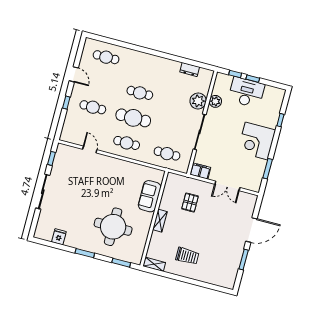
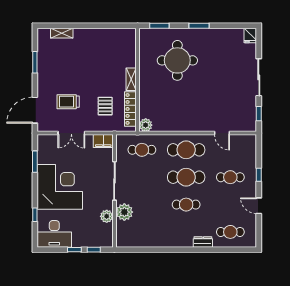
dresser: (190, 69) -> (203, 242), moved
desk: (246, 92) -> (54, 234), moved
corner desk: (256, 141) -> (60, 187), width x1.36, depth x1.36
cafe table: (127, 143) -> (186, 150), width x1.37, depth x1.35
plant: (158, 175) -> (146, 125), added
double door: (227, 186) -> (71, 133), swing flipped
locker: (168, 194) -> (130, 109), added
sofa: (150, 196) -> (148, 102), removed
door: (251, 230) -> (35, 110), moved
fridge: (59, 237) -> (250, 35), moved
trolley: (187, 256) -> (68, 102), moved
shelving: (154, 264) -> (62, 33), moved

